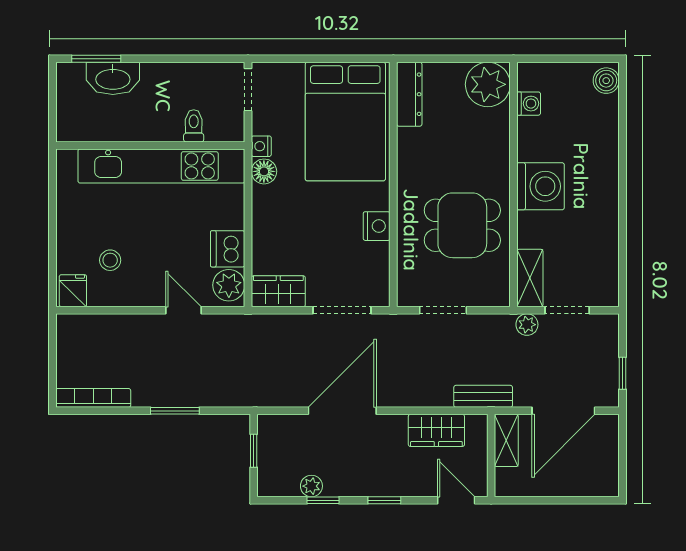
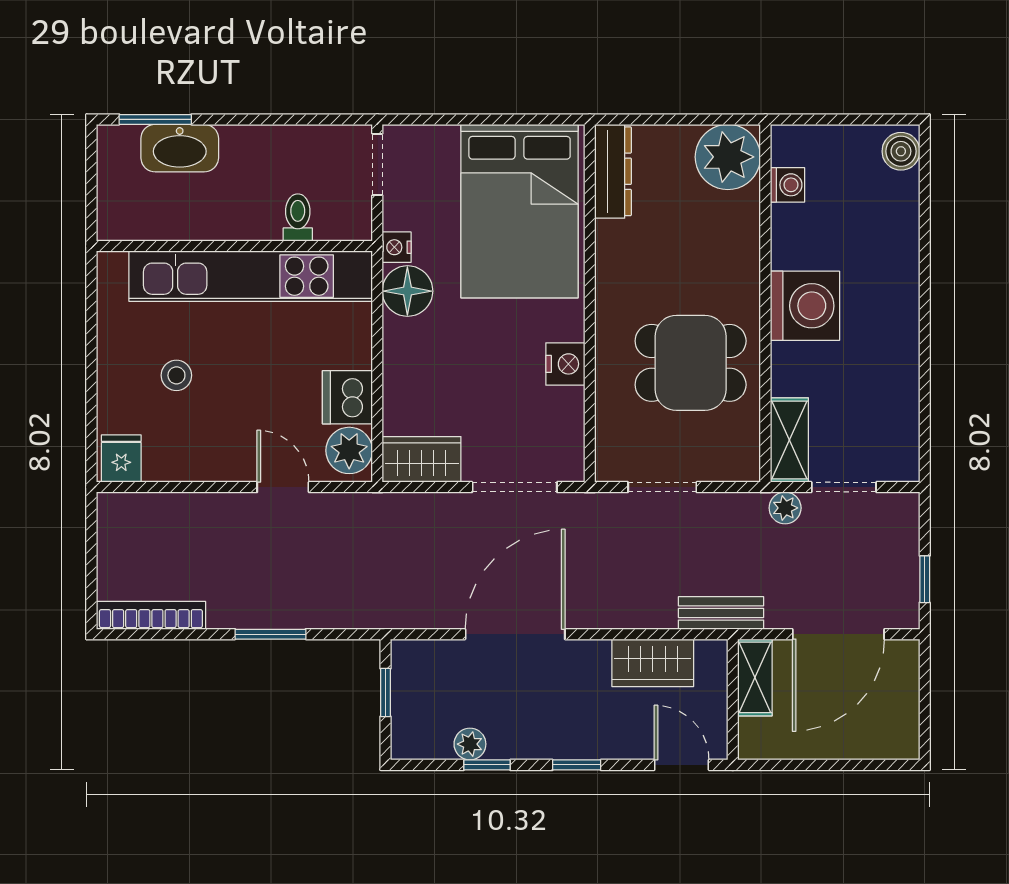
floor lamp: (264, 171) -> (407, 291), width x1.38, depth x1.38
stool: (110, 260) -> (176, 375), moved

